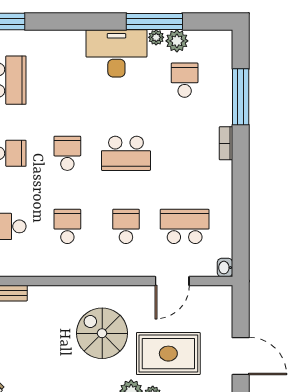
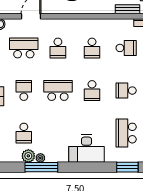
desk: (116, 53) -> (86, 149), moved
school desk: (185, 153) -> (24, 91), added
school desk: (185, 226) -> (24, 48), turned 180

